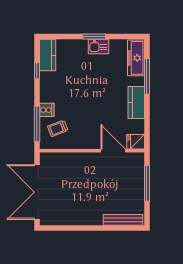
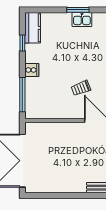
cooker: (47, 110) -> (32, 70), moved
trolley: (58, 128) -> (81, 88), moved

